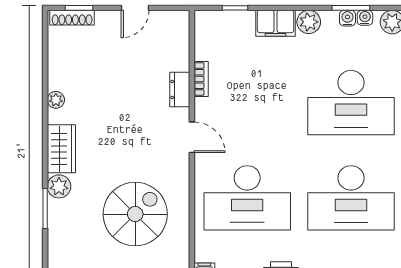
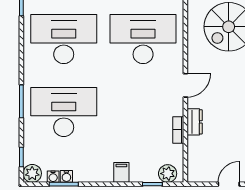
plant: (309, 22) -> (168, 174), moved
filing cabinet: (276, 23) -> (121, 172), width x0.50
door: (192, 137) -> (185, 85), swing flipped

